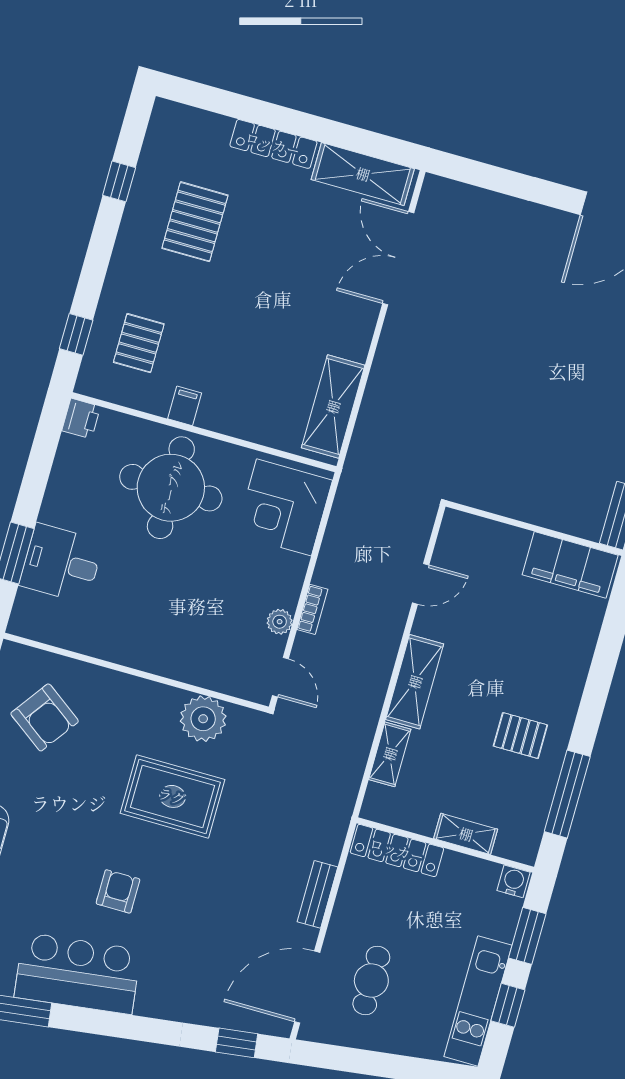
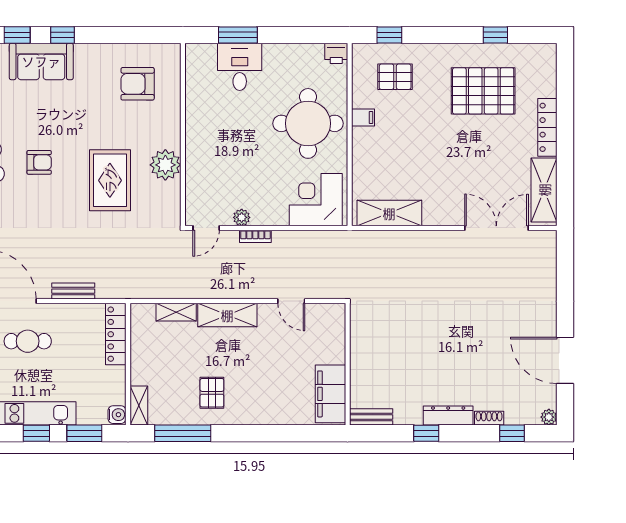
pallet: (195, 222) -> (483, 91), width x1.37, depth x1.41
armchair: (45, 717) -> (138, 84), turned 54
plant: (203, 719) -> (165, 165), moved
shelving: (466, 834) -> (139, 406), moved

